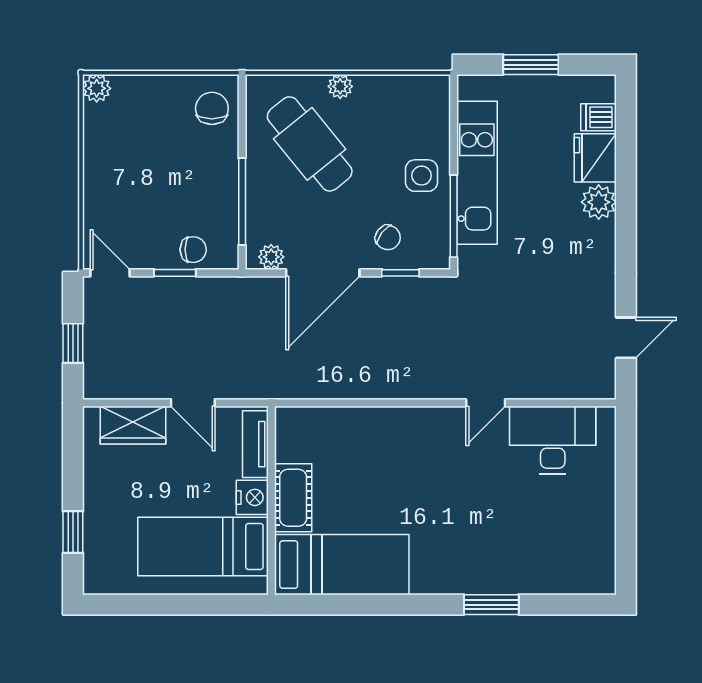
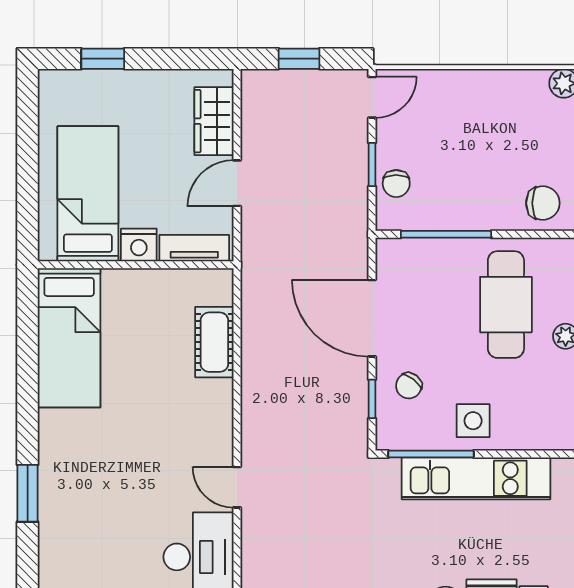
cafe table: (310, 144) -> (506, 305), turned -51
plant: (271, 257) -> (389, 265), removed
cot: (293, 498) -> (214, 342), moved, turned 90

